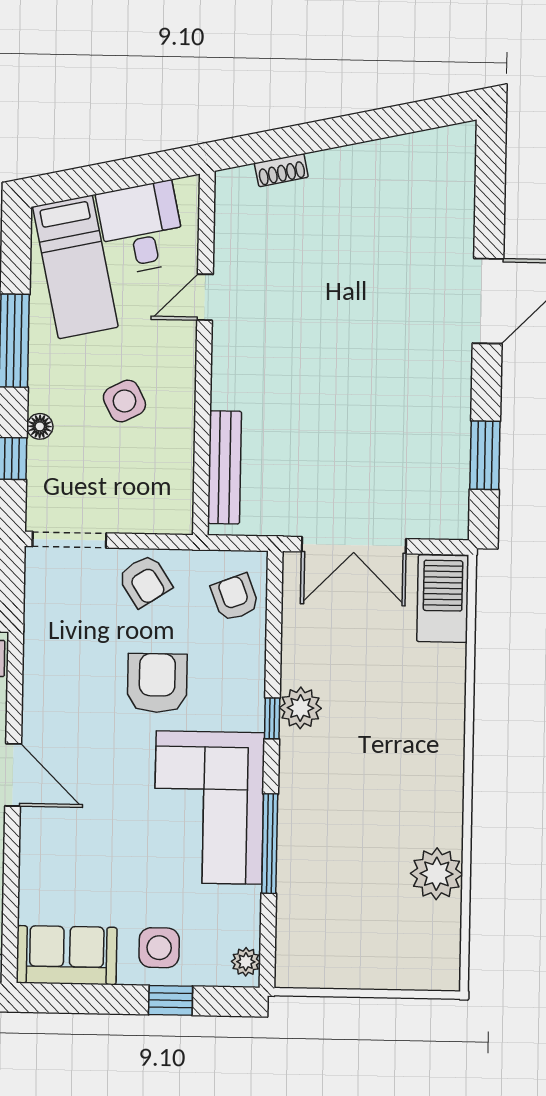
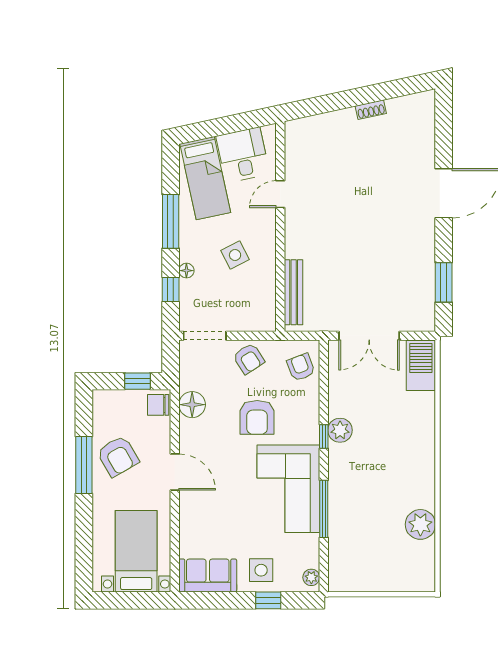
shoe rack: (281, 170) -> (371, 110), moved
floor lamp: (45, 659) -> (192, 405), added
armchair: (157, 683) -> (257, 417), turned 180

